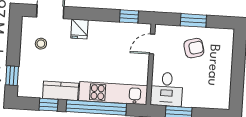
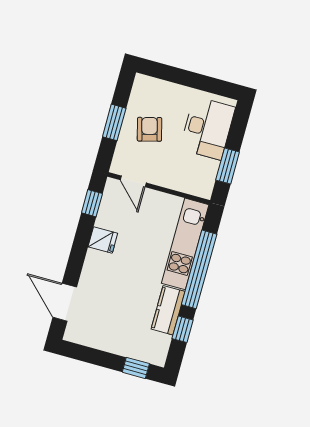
fridge: (79, 29) -> (103, 240), moved
stool: (41, 44) -> (103, 323), removed
desk: (167, 89) -> (207, 128), moved, width x1.37

